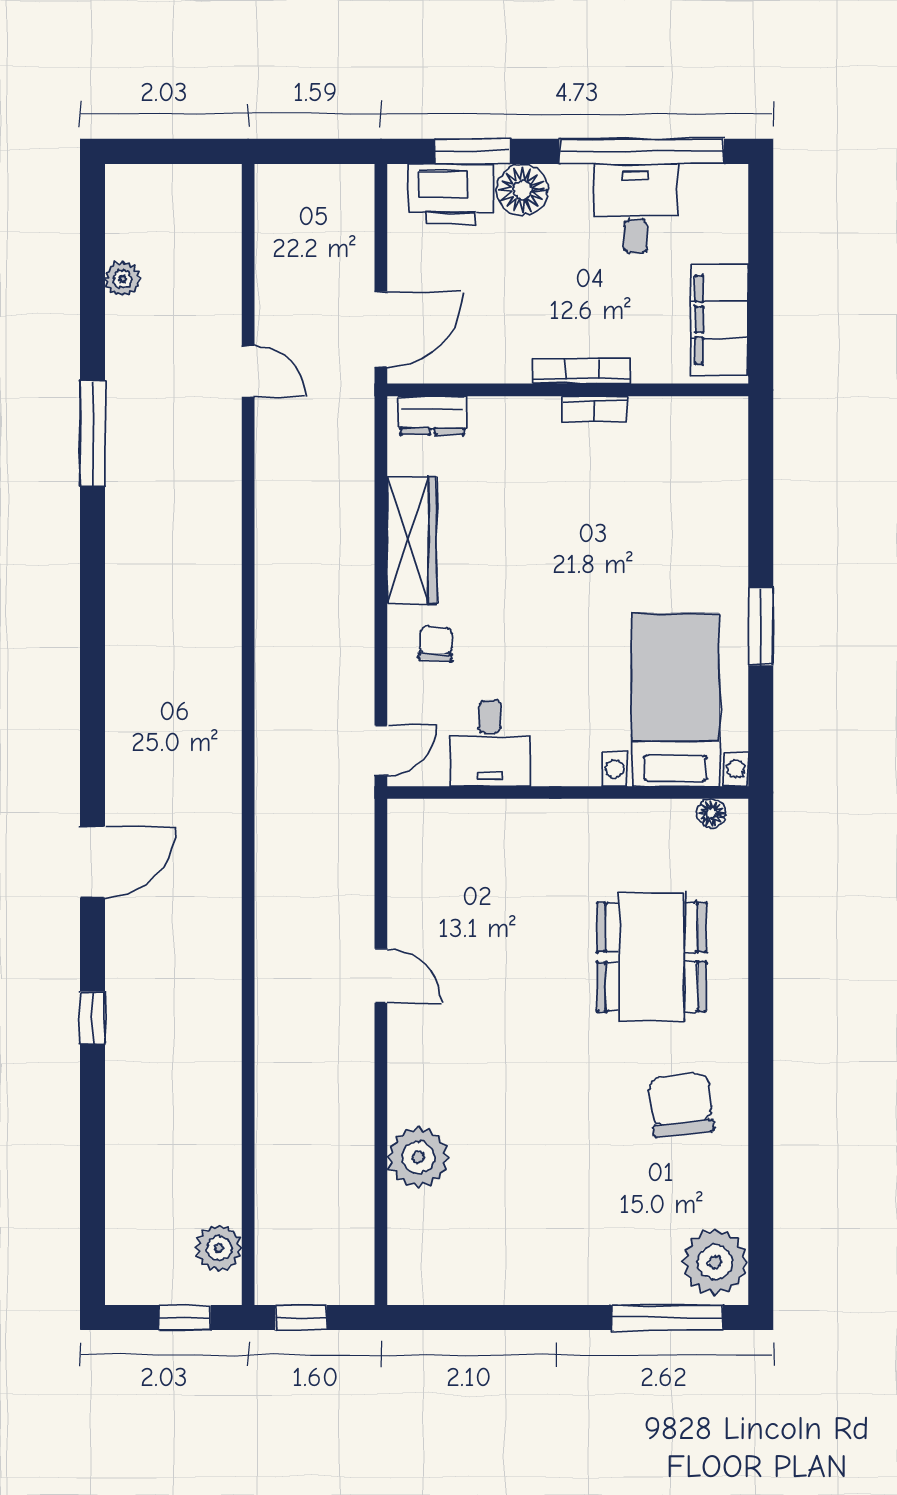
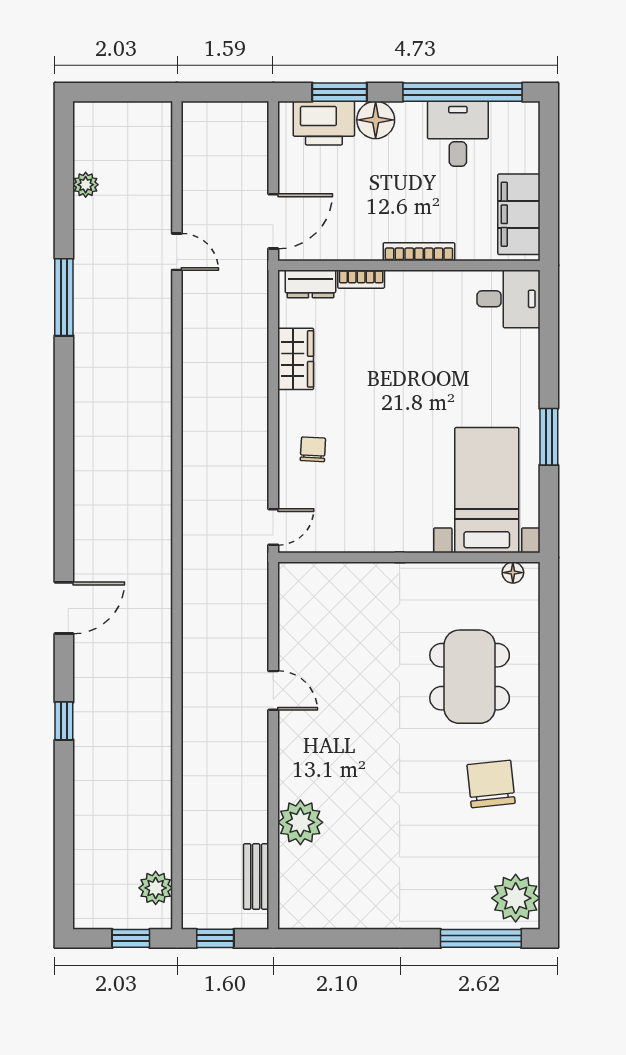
bookcase: (595, 409) -> (361, 279), moved
wardrobe: (412, 540) -> (296, 359), width x0.67
desk: (490, 743) -> (508, 299), moved, turned -90
bench: (357, 1232) -> (256, 876), added

